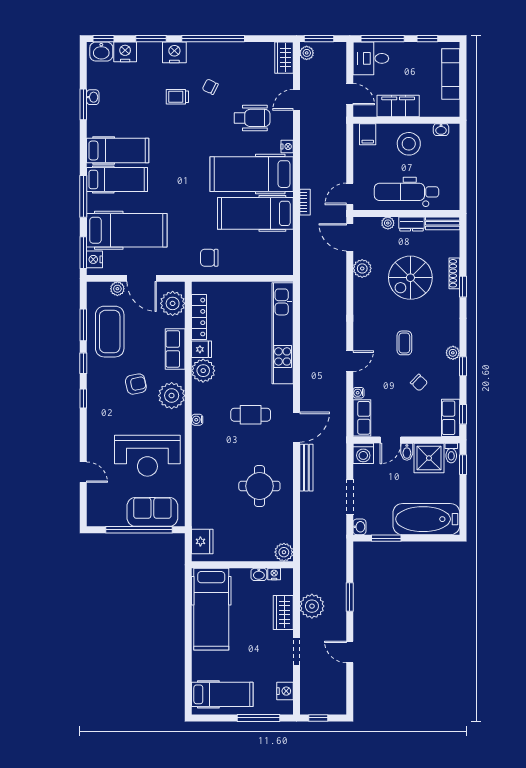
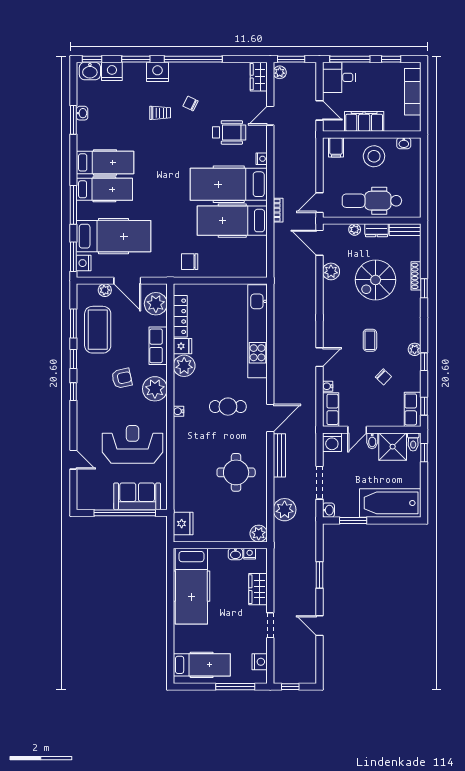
trolley: (177, 97) -> (160, 113), turned 180
reception desk: (147, 456) -> (133, 444), turned 180
plant: (312, 606) -> (285, 510), moved

